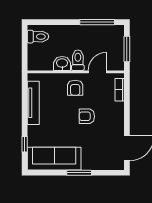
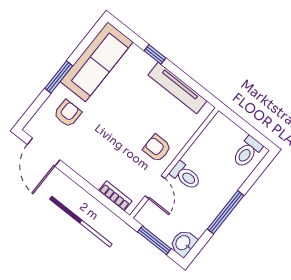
window: (97, 22) -> (226, 212), moved
washbasin: (62, 63) -> (183, 243), moved, turned 180
armchair: (87, 116) -> (68, 113), moved
window: (25, 144) -> (155, 54), moved

